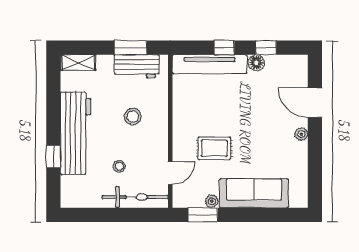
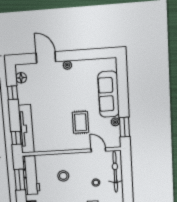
window: (224, 48) -> (16, 138), moved
floor lamp: (256, 63) -> (21, 78), moved
workbench: (137, 66) -> (31, 175), width x1.38
door: (315, 103) -> (46, 57), swing flipped

